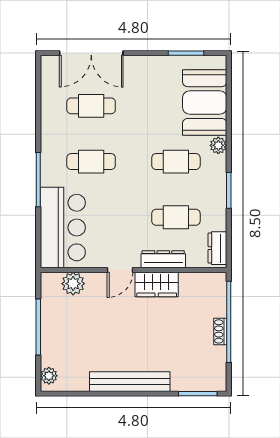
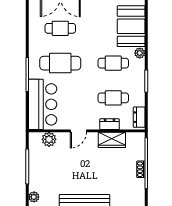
cafe table: (91, 162) -> (60, 63), width x1.37, depth x1.35
dresser: (163, 259) -> (110, 124), width x0.70
wardrobe: (157, 284) -> (112, 140), moved

